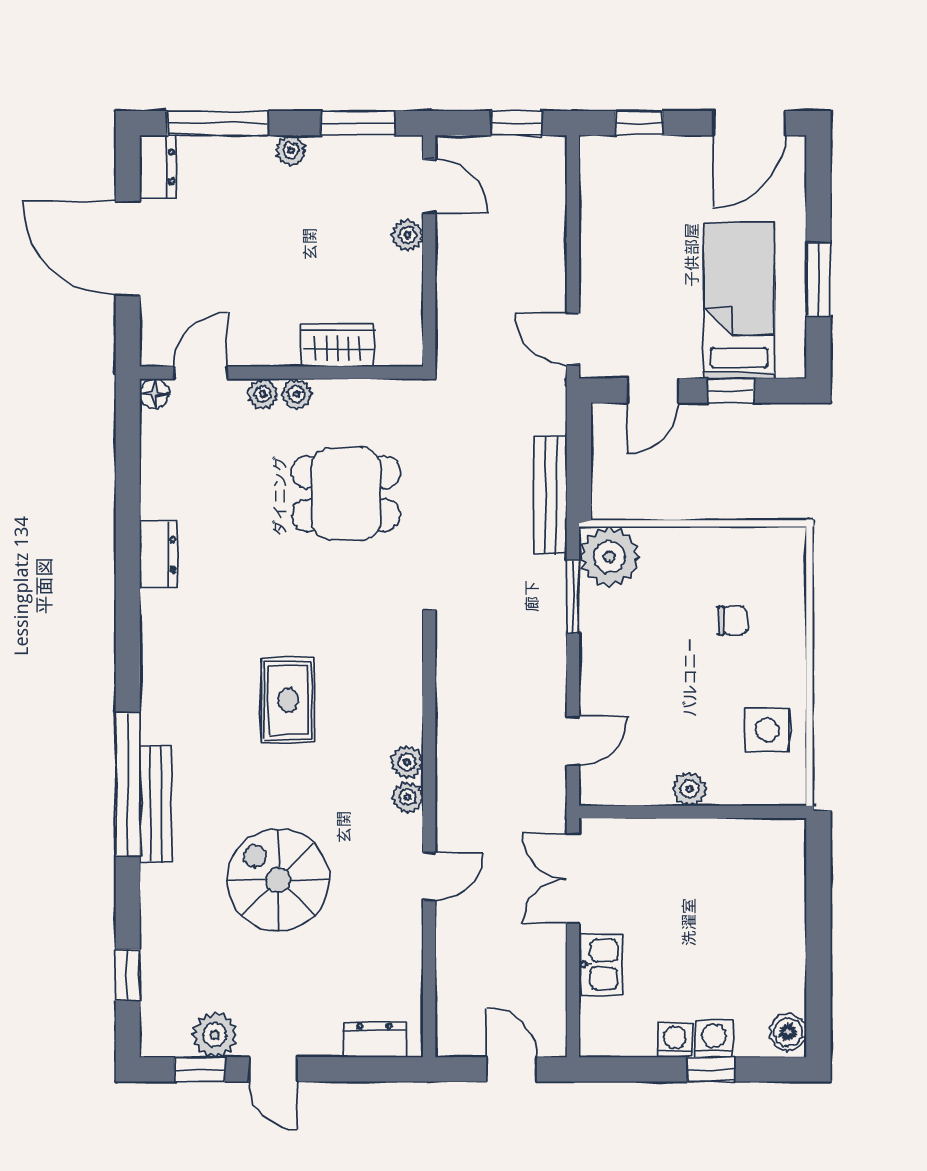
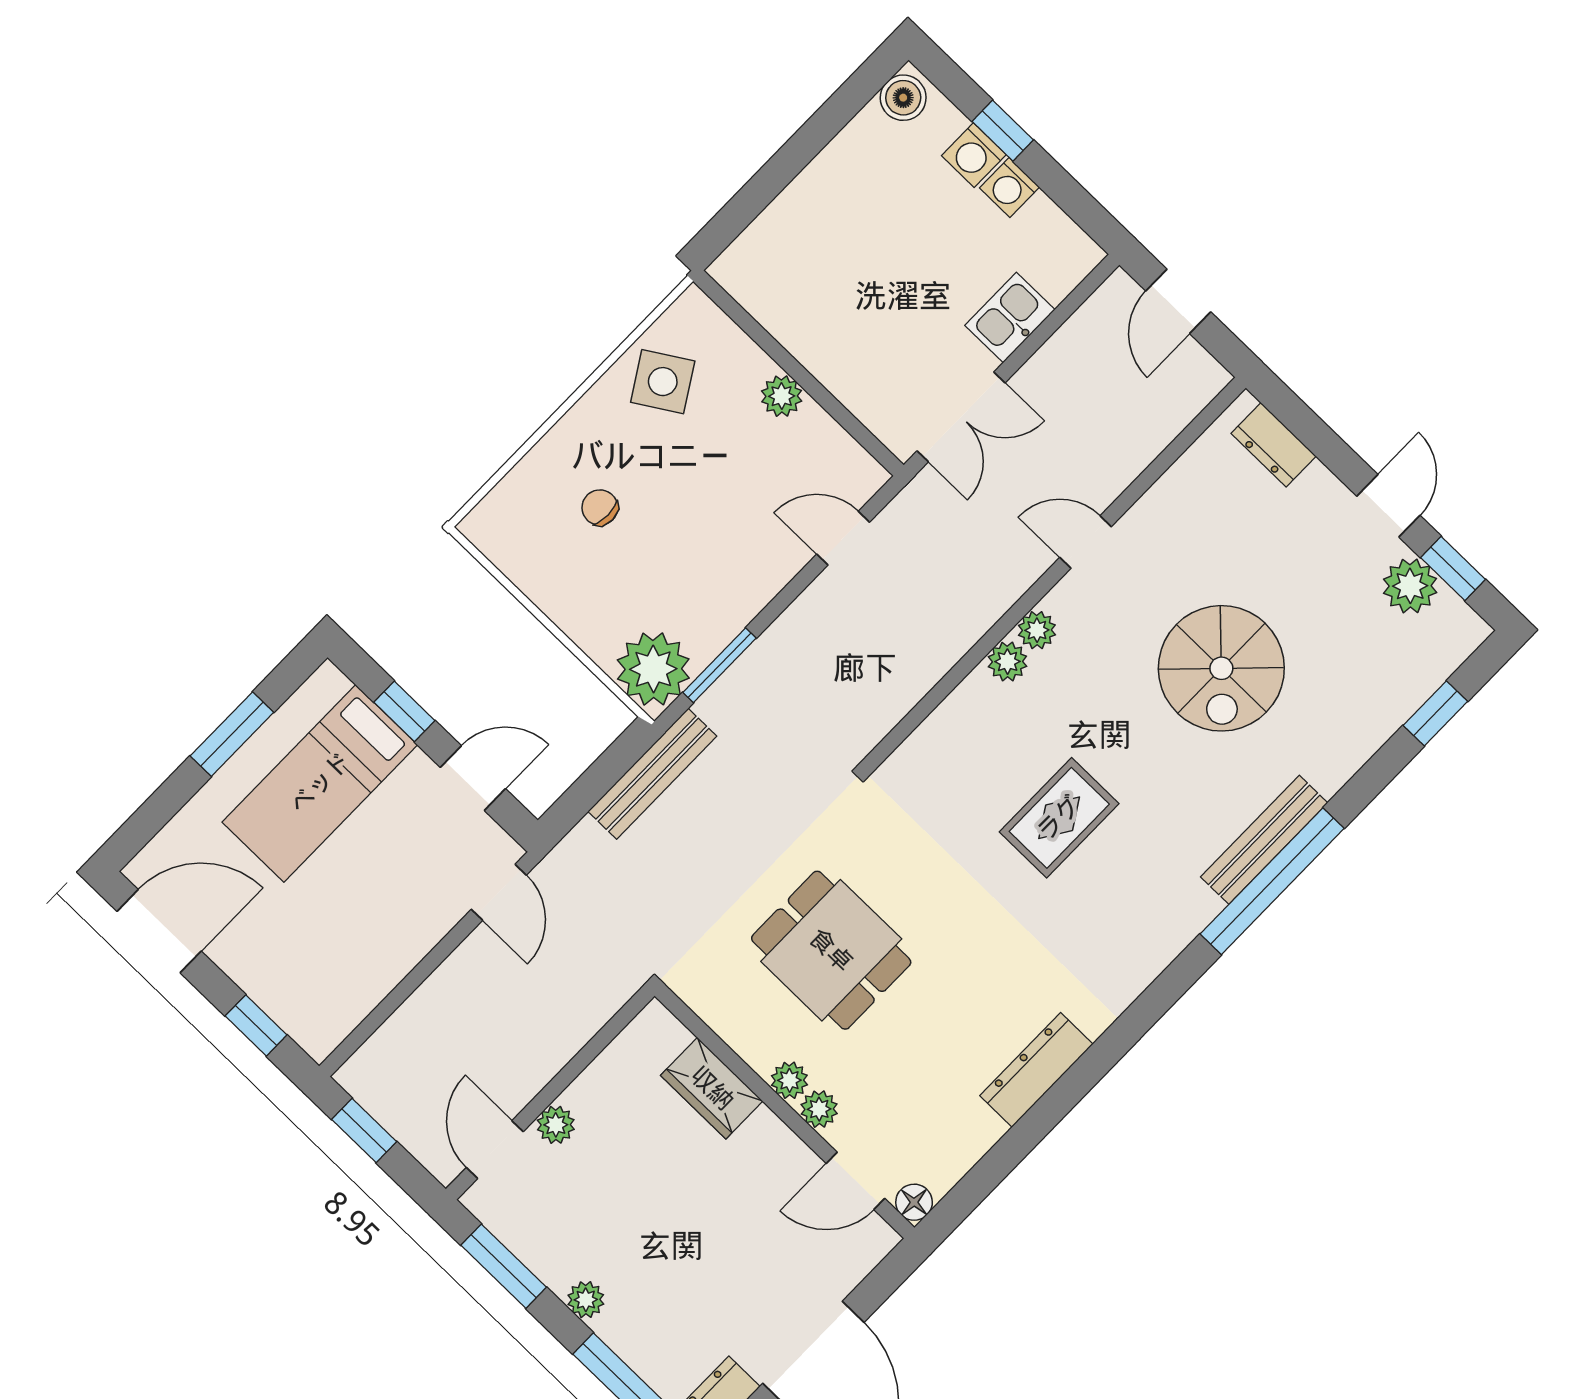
dresser: (158, 555) -> (1036, 1070), width x1.44
side table: (767, 730) -> (663, 382), turned -32

